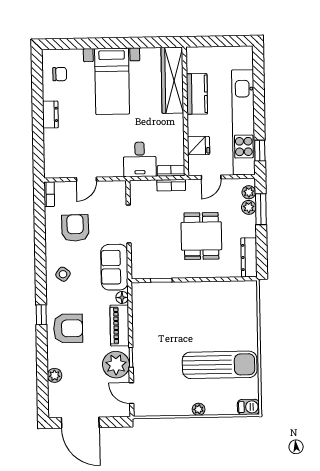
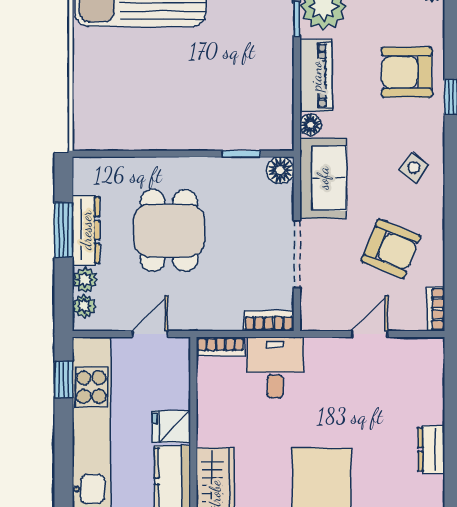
fridge: (199, 146) -> (171, 427), moved
bookcase: (171, 185) -> (269, 321), moved
window: (261, 209) -> (63, 230), moved
armchair: (75, 228) -> (391, 249), turned -67
dresser: (249, 257) -> (86, 230), moved
floor lamp: (139, 271) -> (280, 170), added

